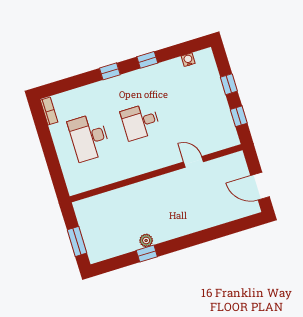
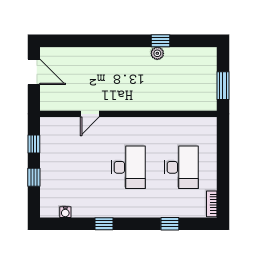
window: (110, 71) -> (170, 224), moved
desk: (140, 122) -> (128, 167), width x1.37
door: (193, 162) -> (90, 114), hinge flipped
window: (77, 241) -> (223, 86), moved

